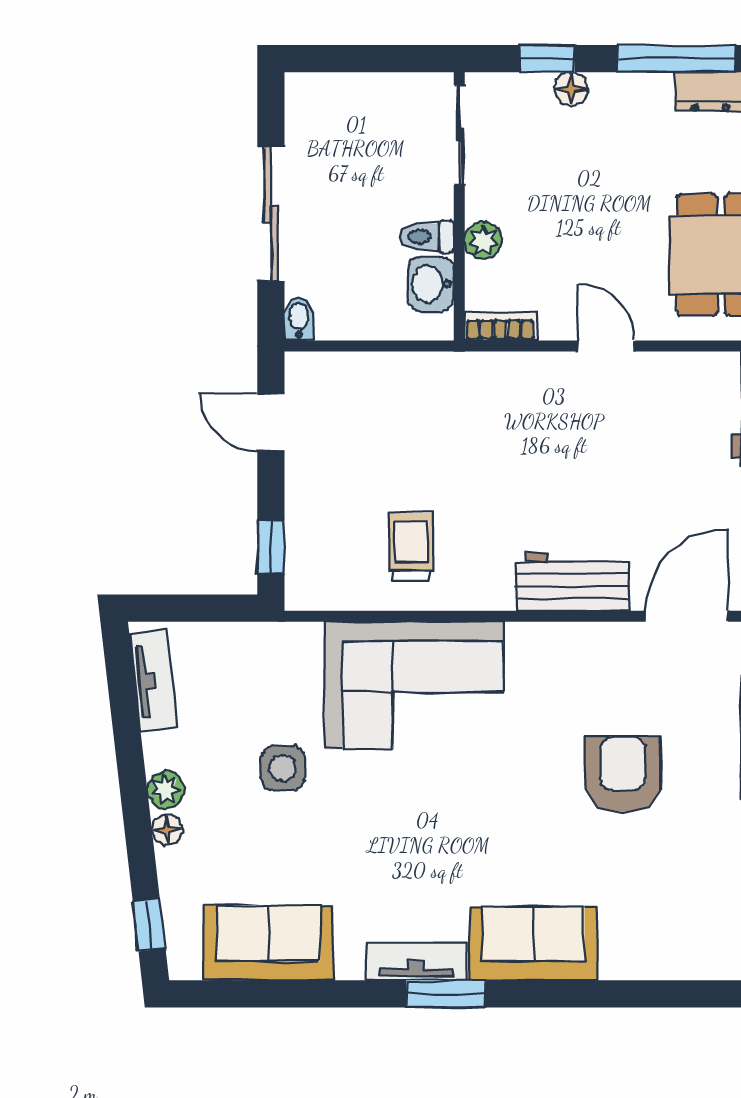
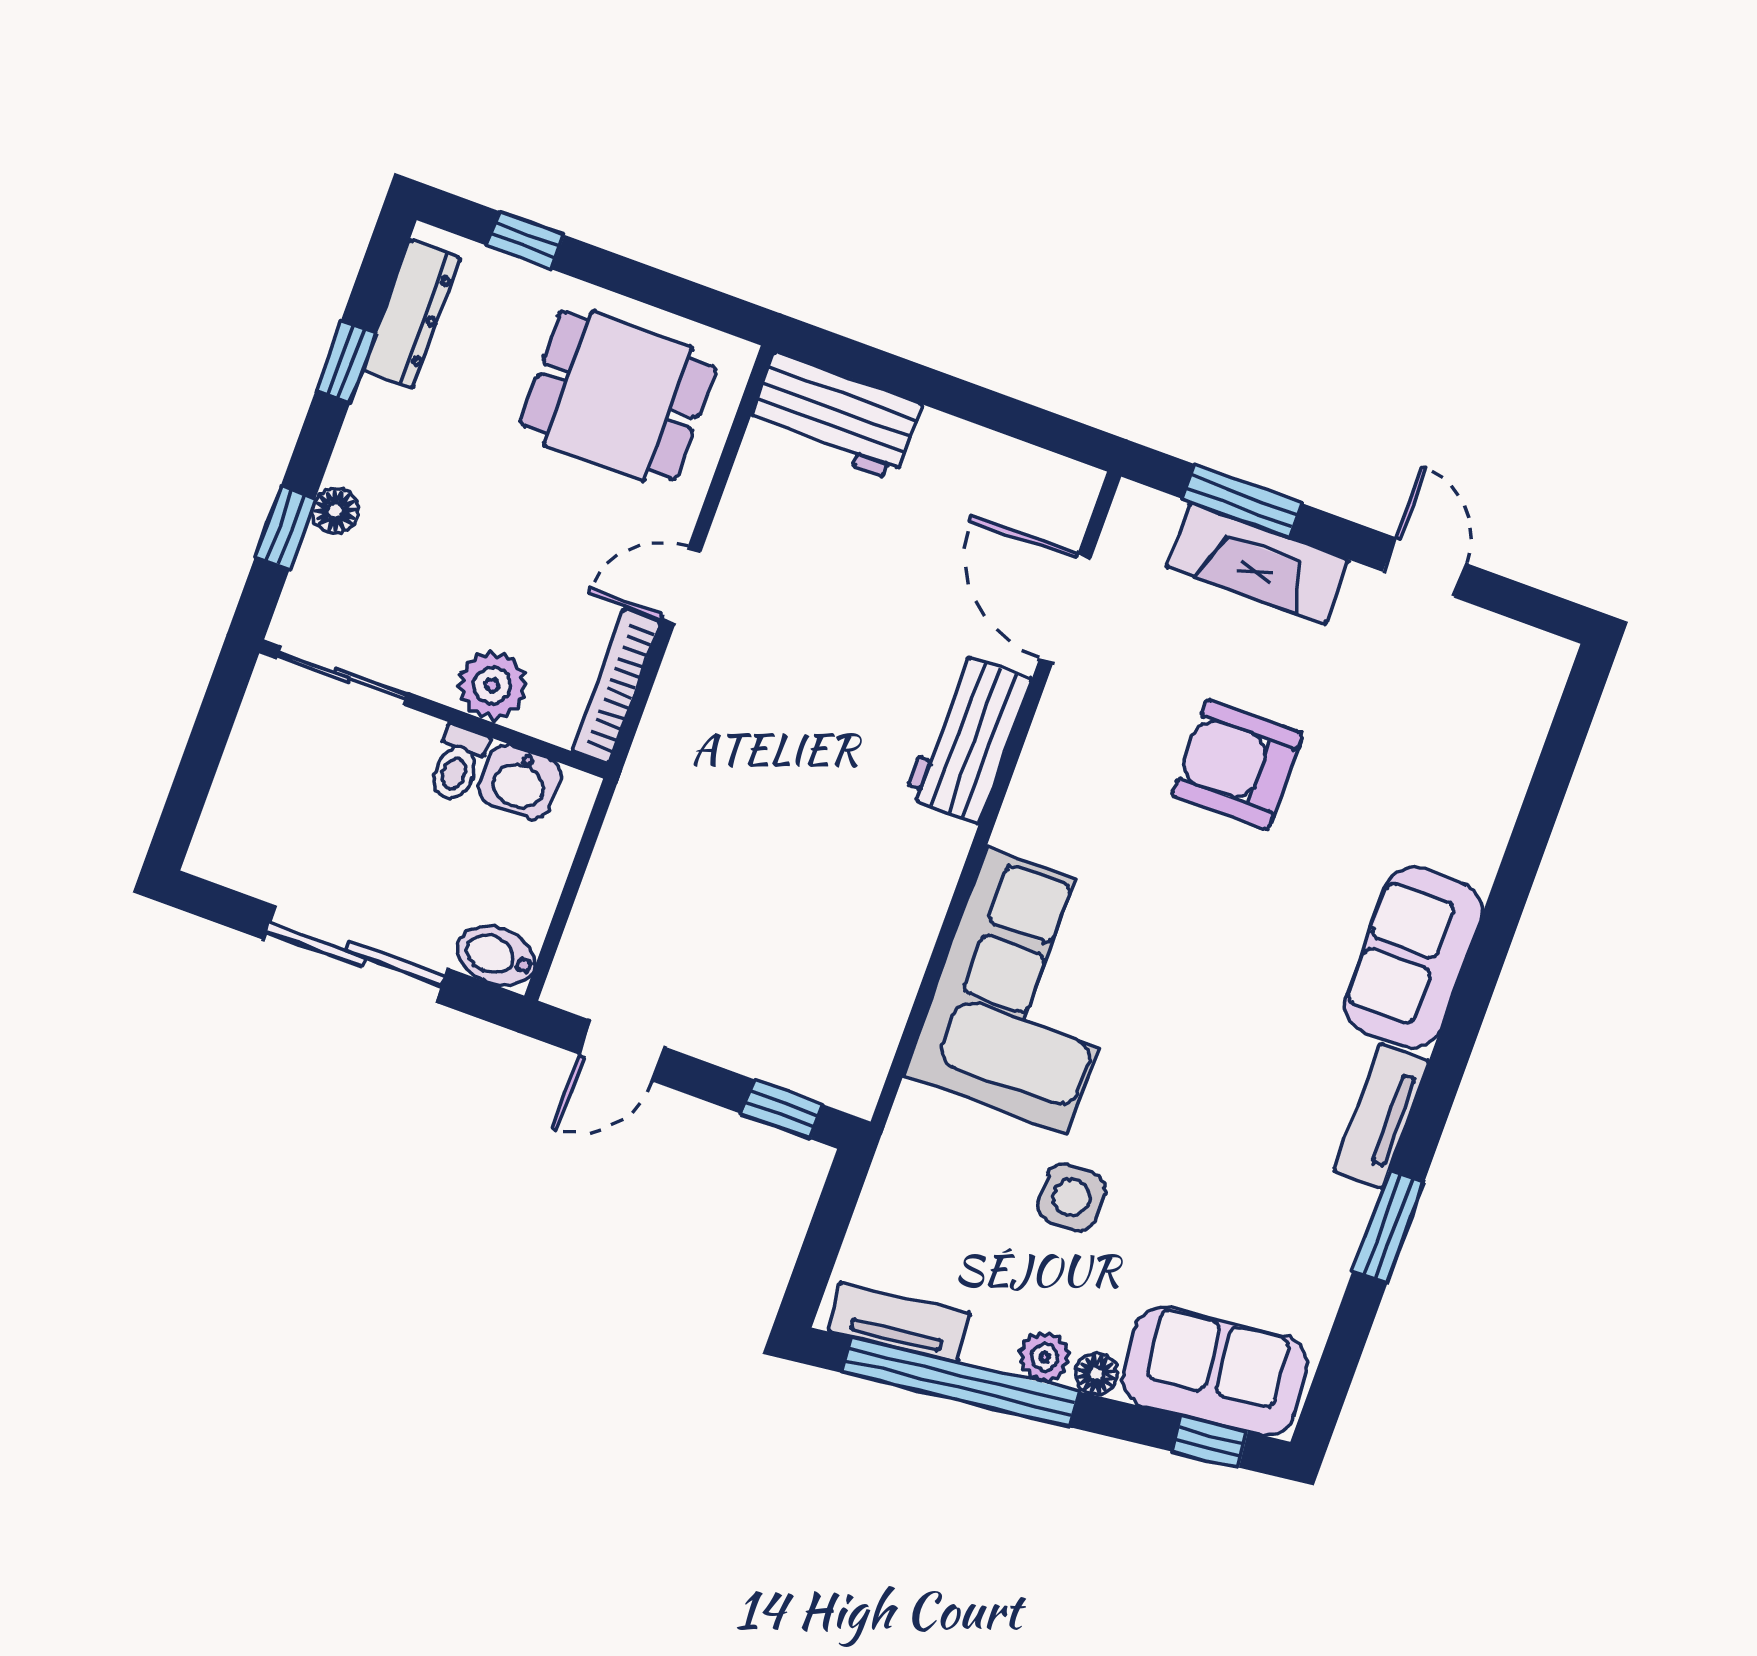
window: (676, 59) -> (346, 362), width x0.46
plant: (483, 241) -> (492, 685), width x1.38, depth x1.38
bidet: (299, 319) -> (496, 956), width x1.38, depth x1.36
bookcase: (500, 326) -> (616, 687), width x1.56
trolley: (411, 547) -> (847, 929), removed
window: (128, 738) -> (960, 1382), added
sofa: (268, 943) -> (1215, 1371), moved, turned 83
window: (446, 994) -> (1388, 1227), moved

